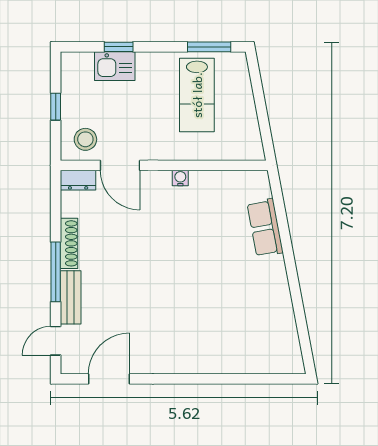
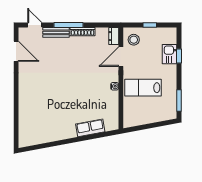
lab bench: (197, 95) -> (143, 88), moved

